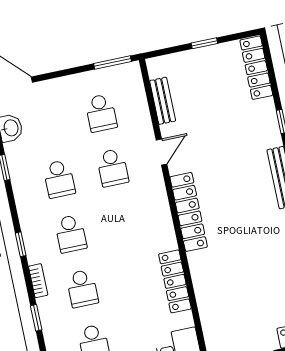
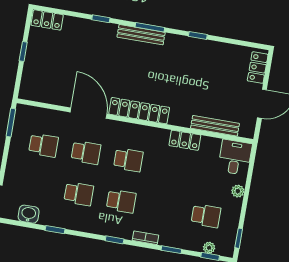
locker: (256, 68) -> (47, 20), width x0.66
bench: (163, 101) -> (215, 126), moved, width x1.36
door: (161, 152) -> (89, 113), width x1.87
locker: (175, 281) -> (185, 140), width x0.66
school desk: (82, 289) -> (128, 160), moved

